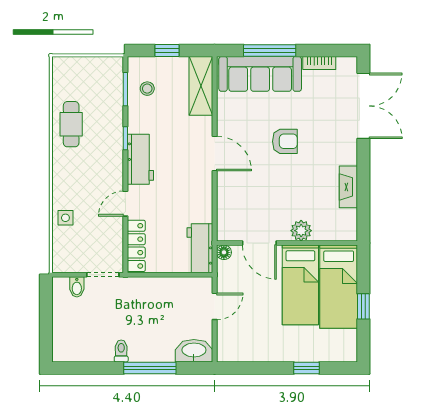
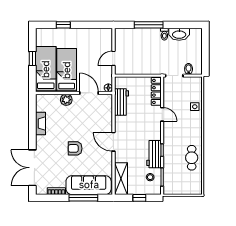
workbench: (140, 159) -> (154, 154), moved
door: (125, 204) -> (162, 114), hinge flipped
workbench: (200, 248) -> (121, 102), moved
washbasin: (194, 351) -> (179, 34), moved

